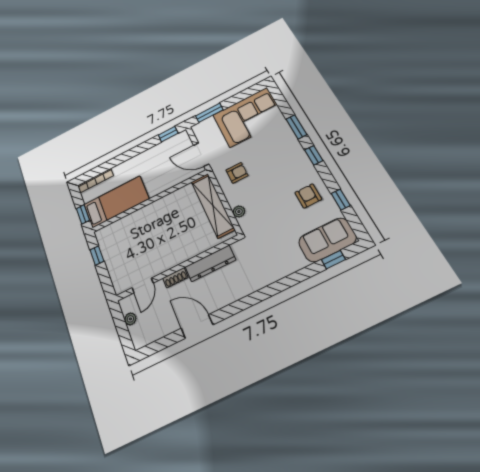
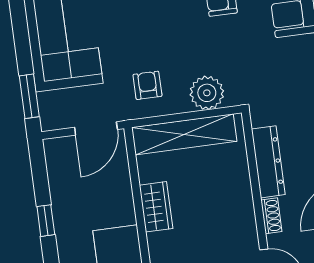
window: (168, 134) -> (46, 221), moved
wardrobe: (163, 206) -> (156, 207), added
plant: (239, 212) -> (207, 93), width x1.87, depth x1.87

